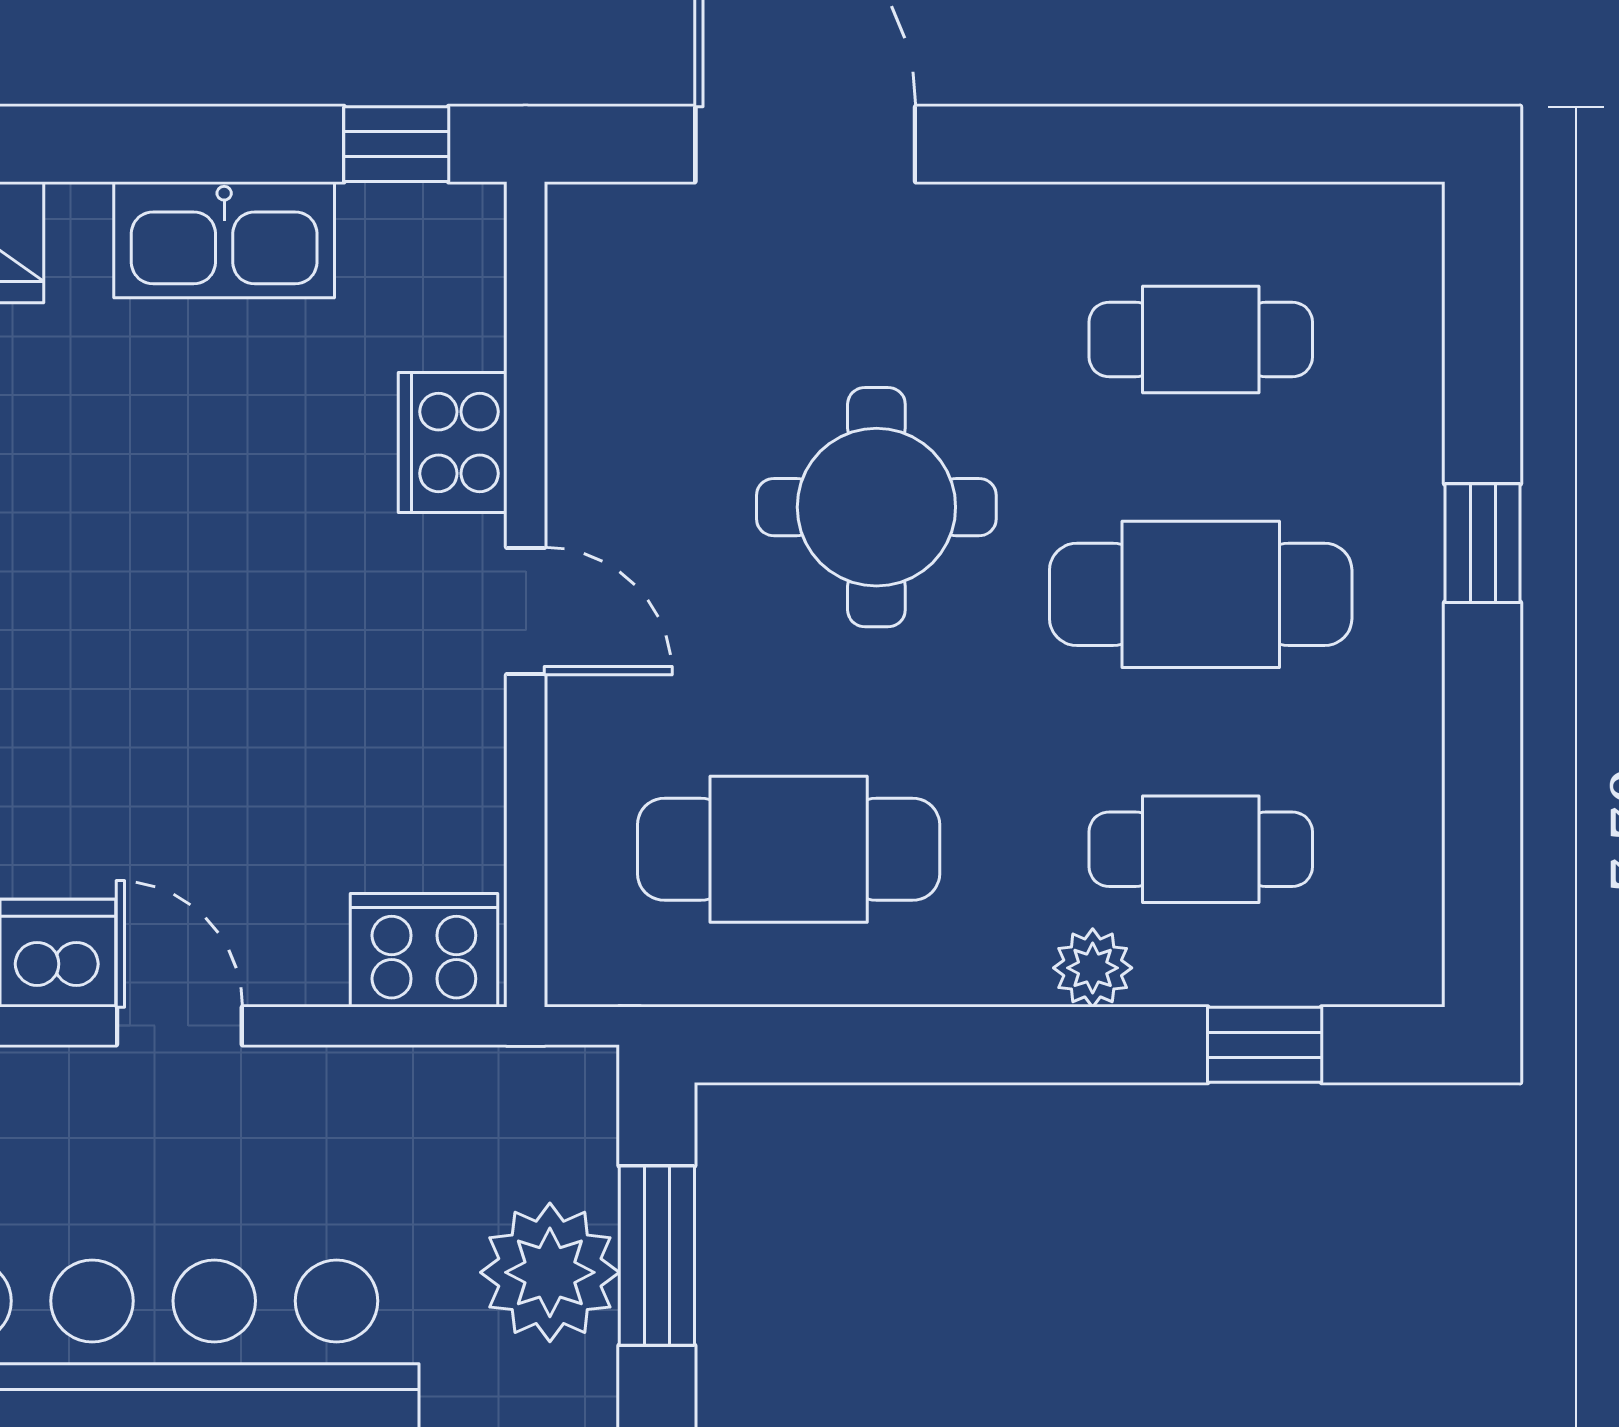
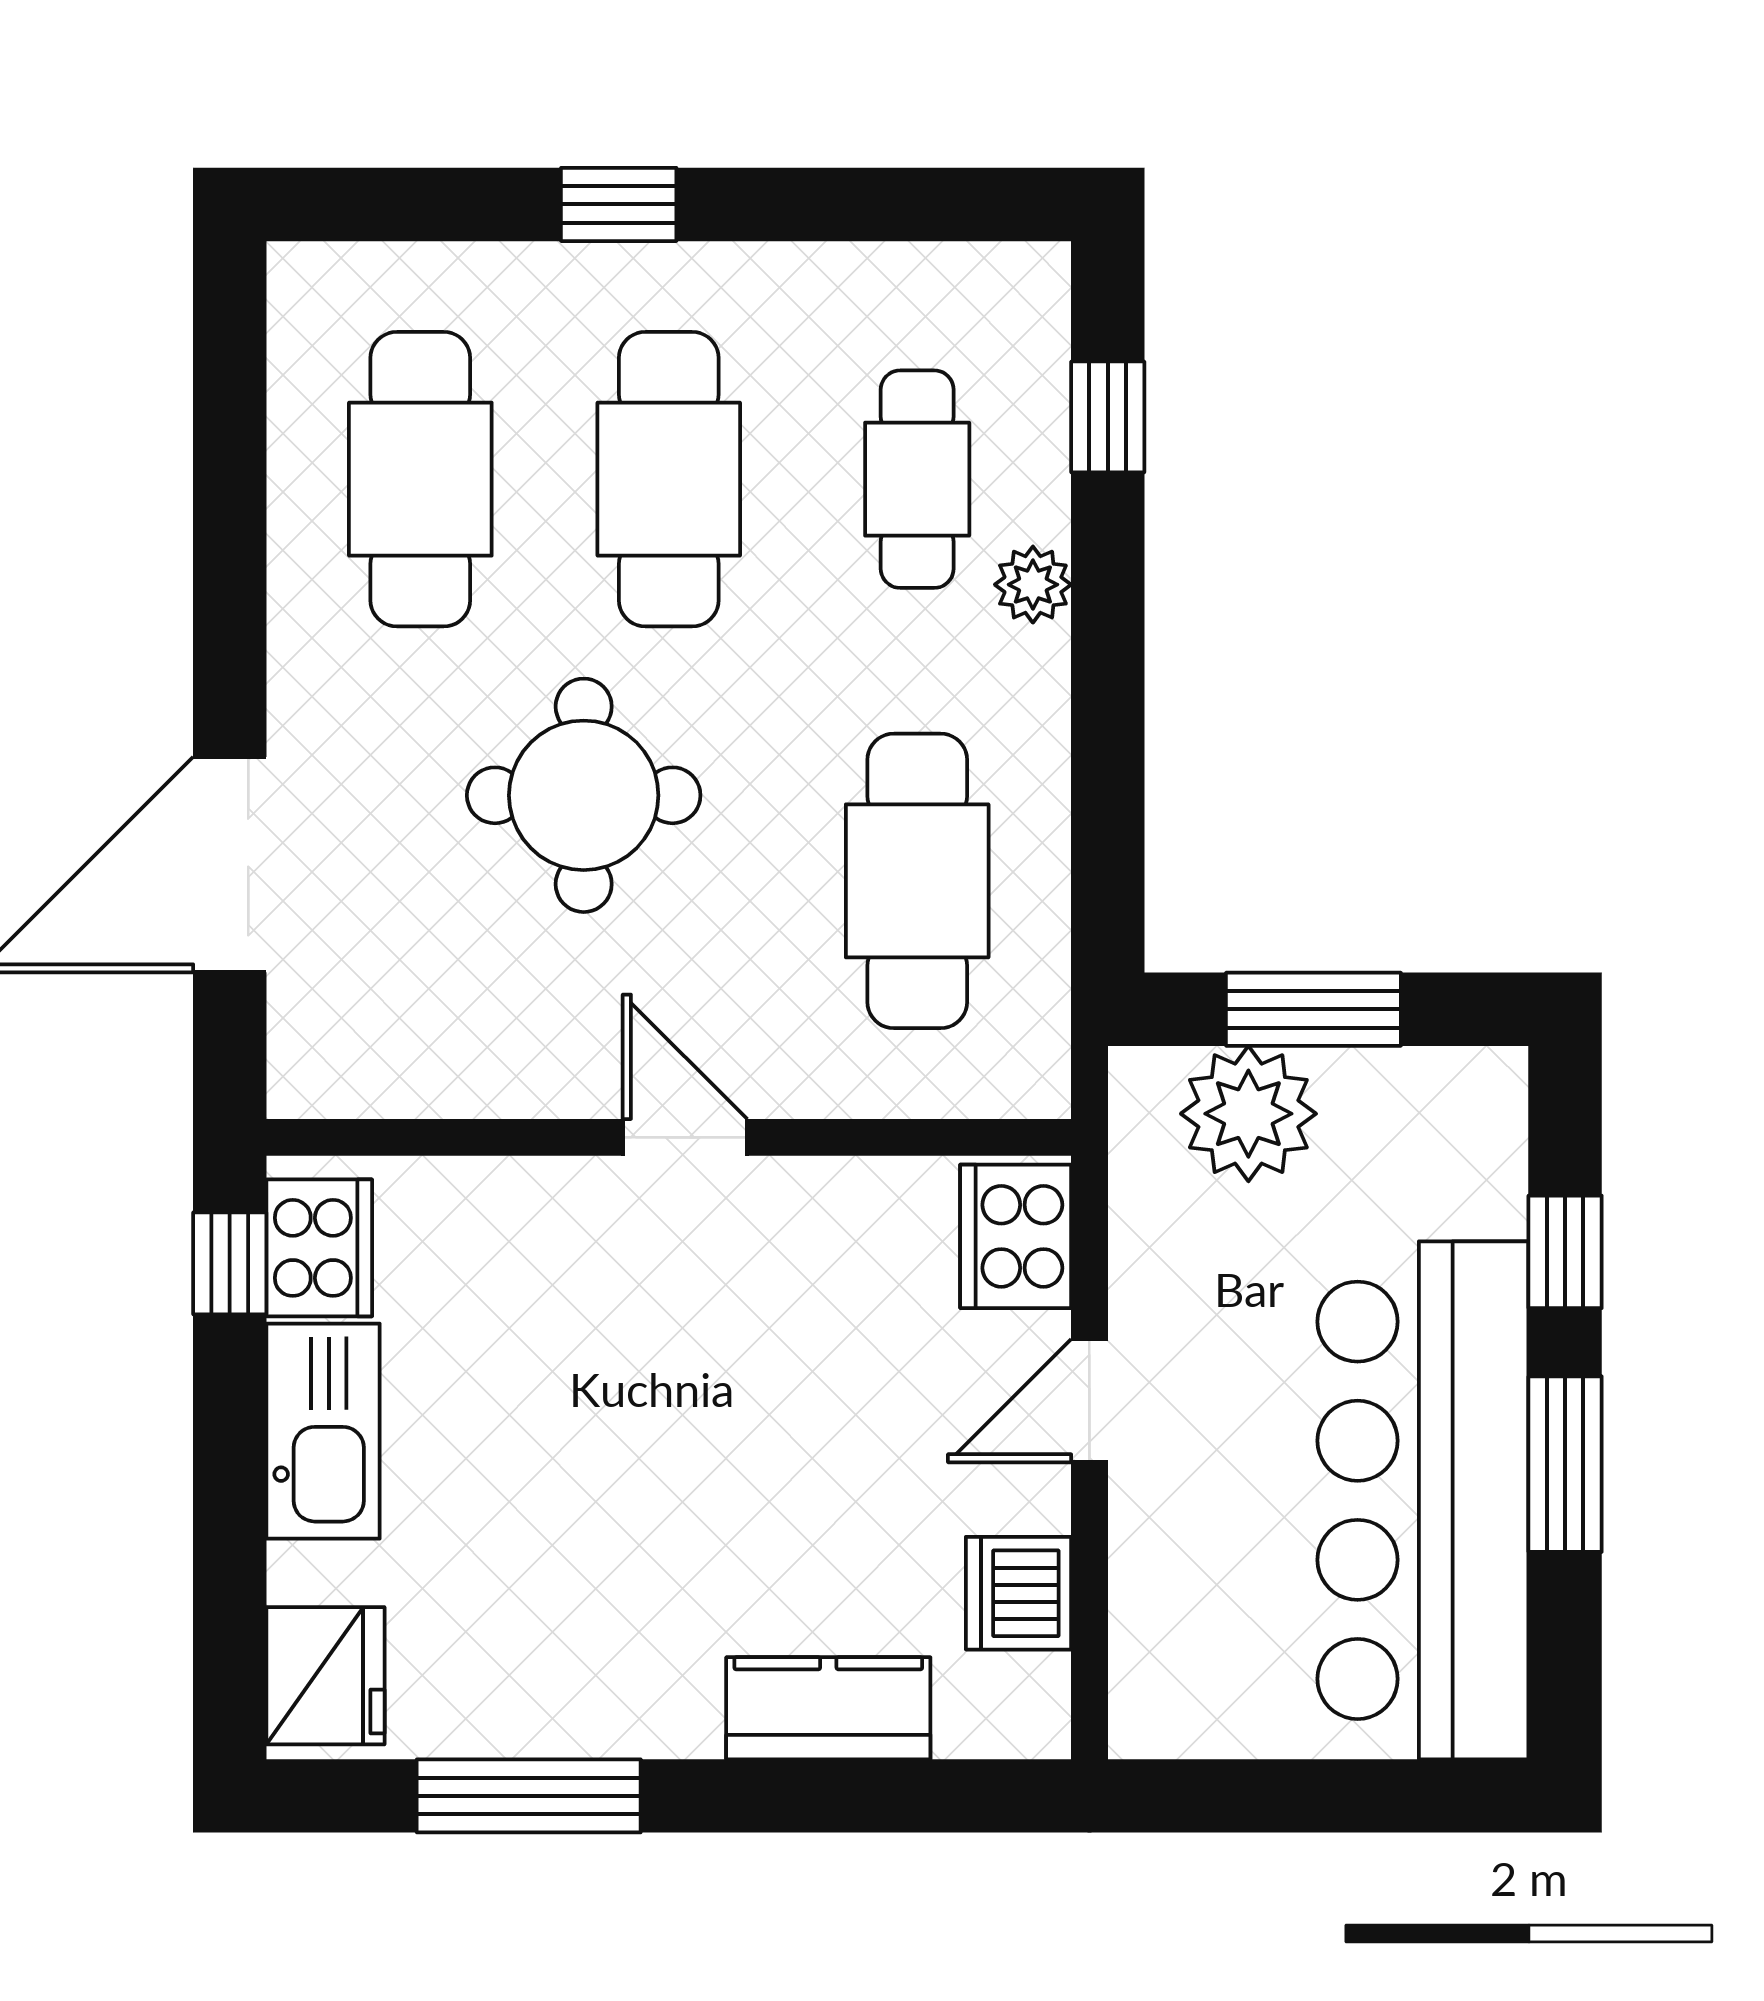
cafe table: (1201, 340) -> (420, 479), width x1.37, depth x1.35
cooker: (453, 443) -> (319, 1248), moved, turned -90
door: (526, 611) -> (685, 1137), hinge flipped
door: (179, 1026) -> (1089, 1401), moved
plant: (550, 1272) -> (1248, 1114), moved

